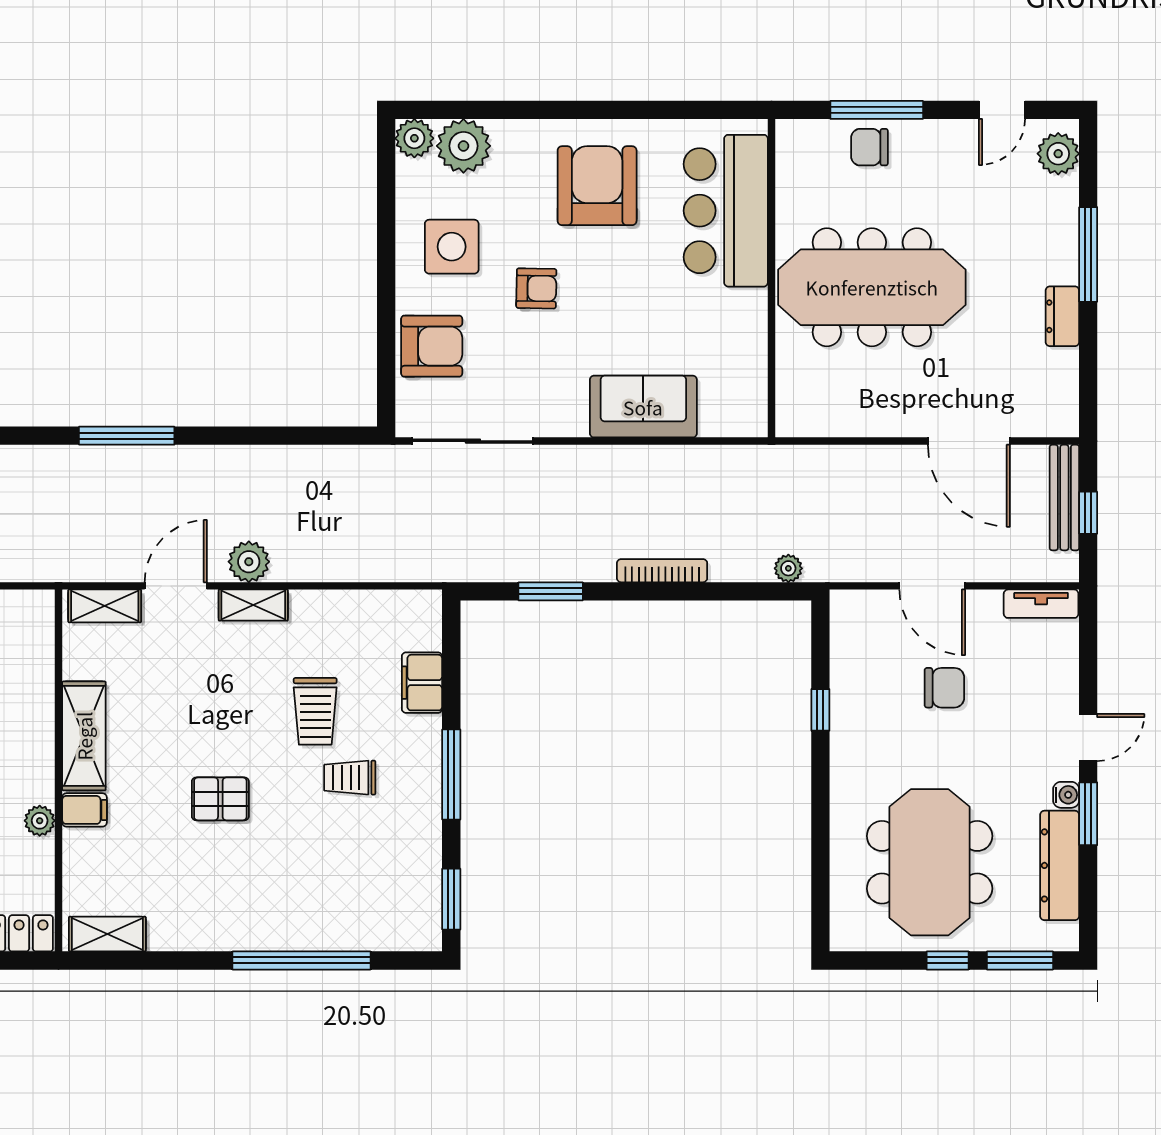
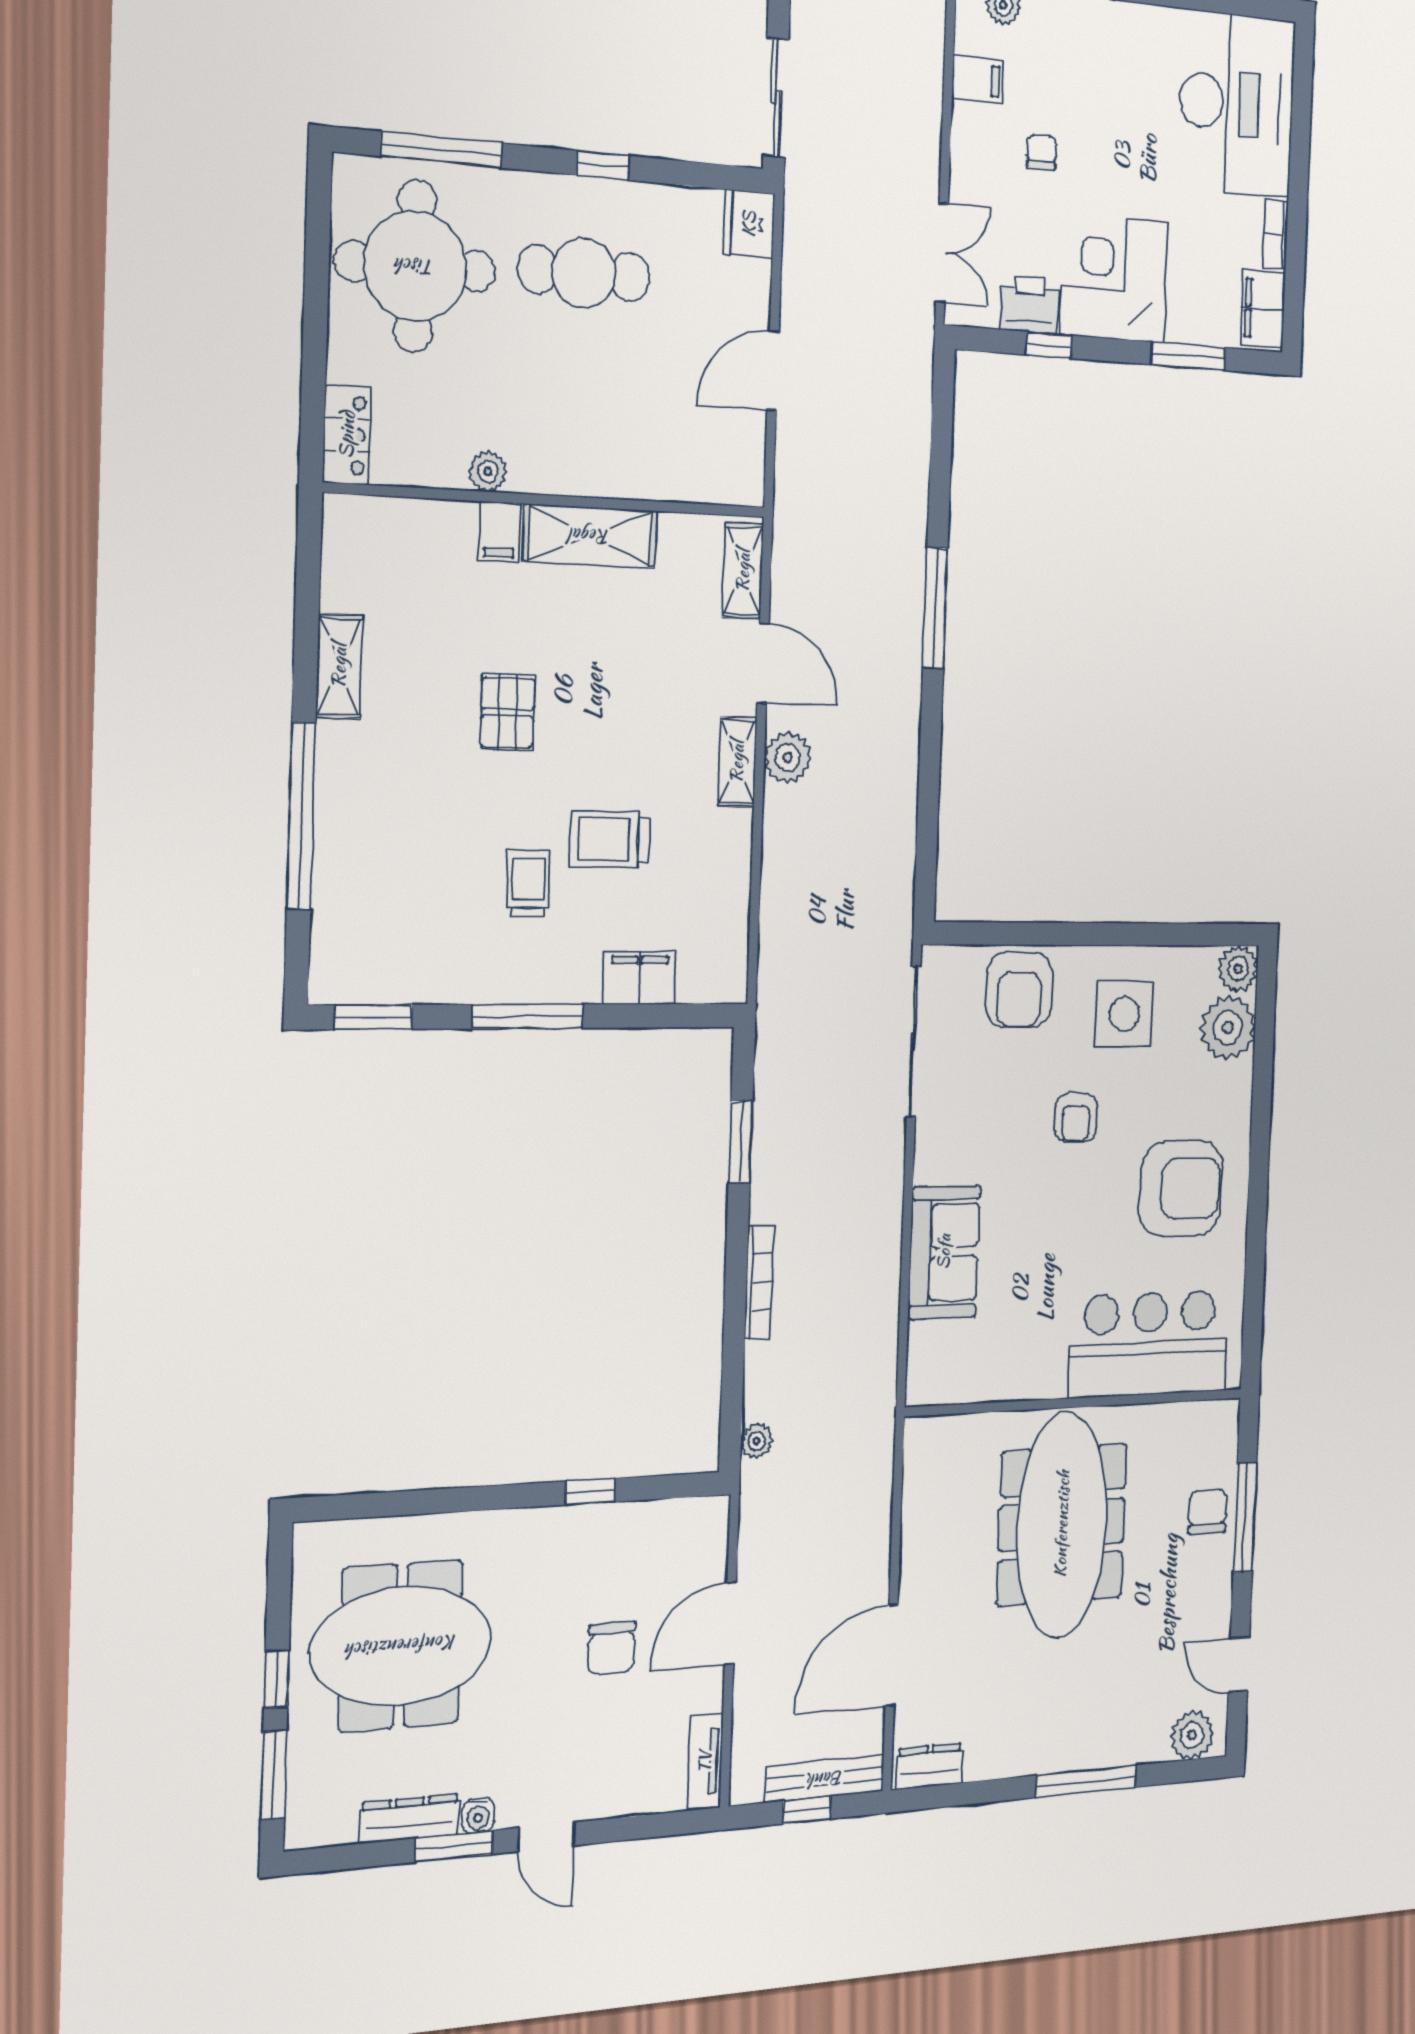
dresser: (1062, 316) -> (929, 1766), moved
dresser: (1060, 865) -> (410, 1819), width x0.73, depth x0.80
shelving: (107, 934) -> (339, 666), moved

